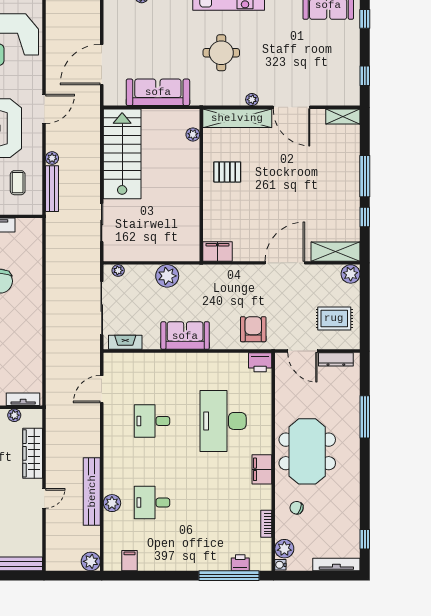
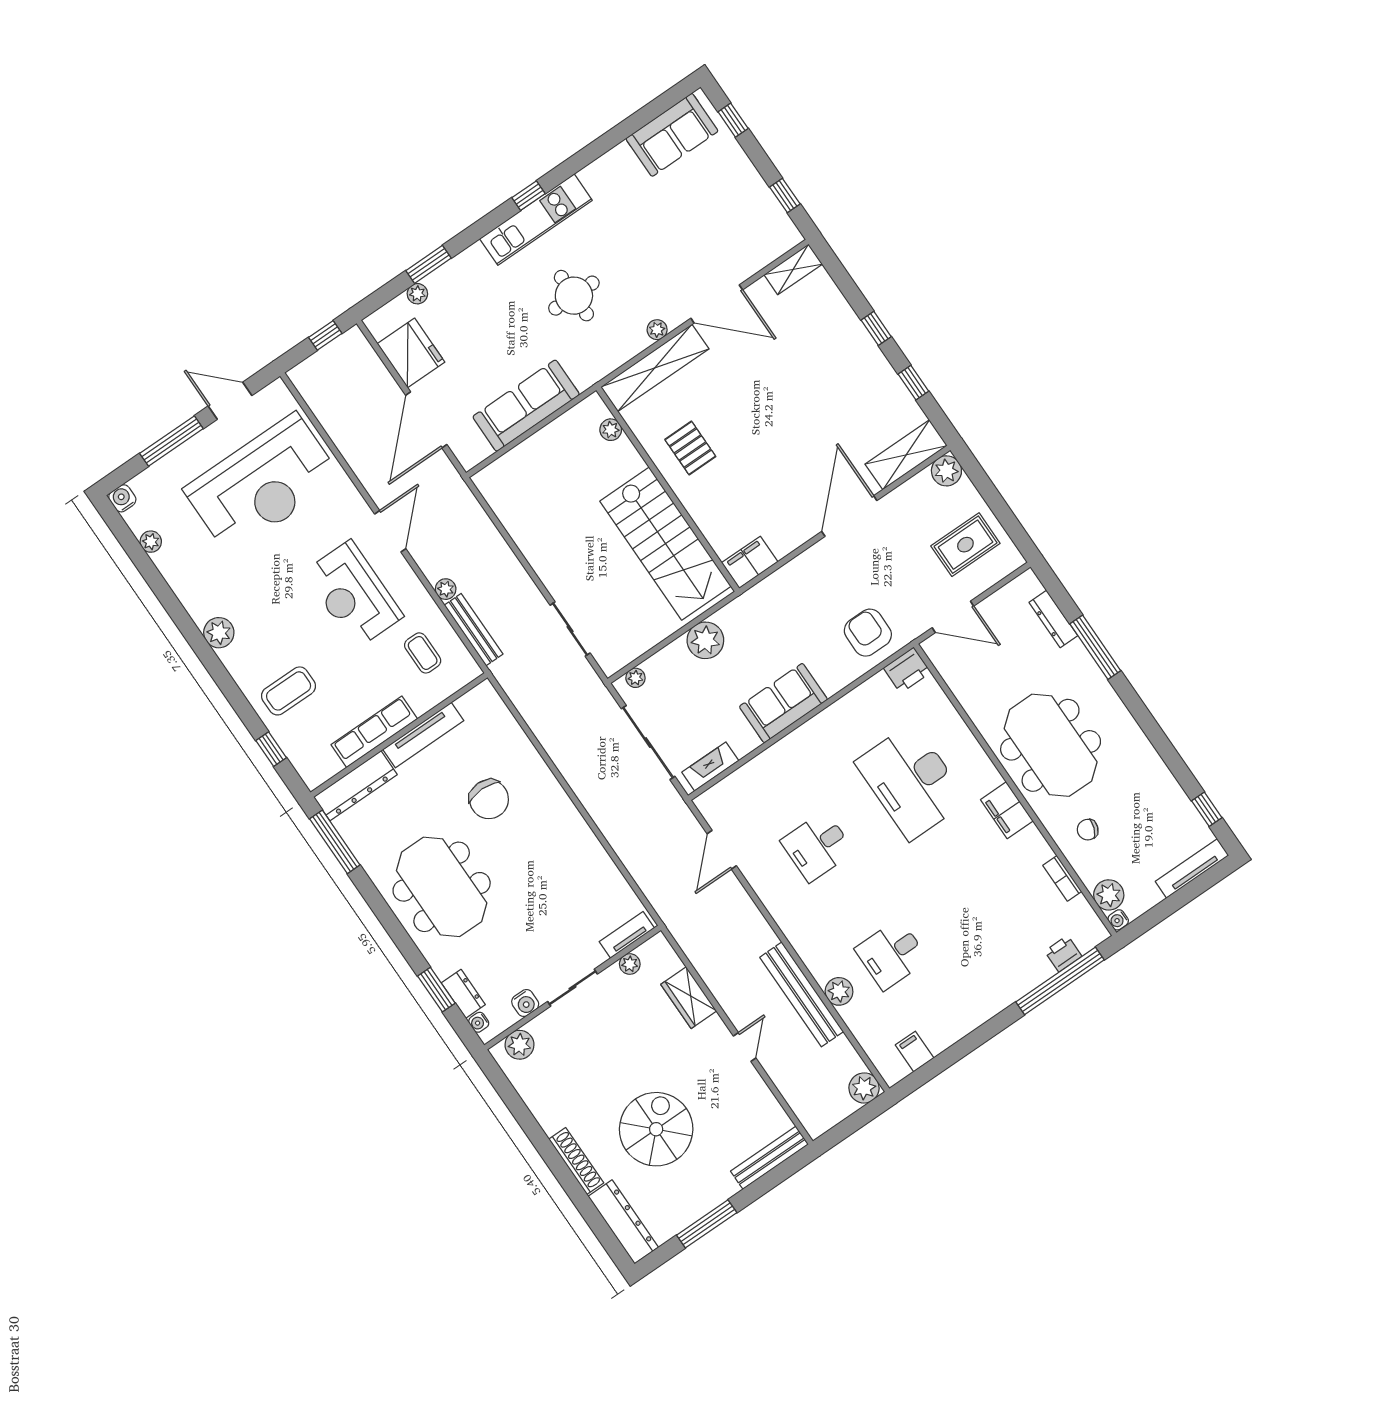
fridge: (117, 25) -> (411, 353), added
stairs: (122, 154) -> (666, 544), moved, turned 180
pallet: (227, 172) -> (690, 448), turned 90
window: (365, 176) -> (876, 328), width x0.46
dresser: (336, 359) -> (1053, 619), moved, turned 90
wardrobe: (33, 453) -> (689, 998), width x0.67

